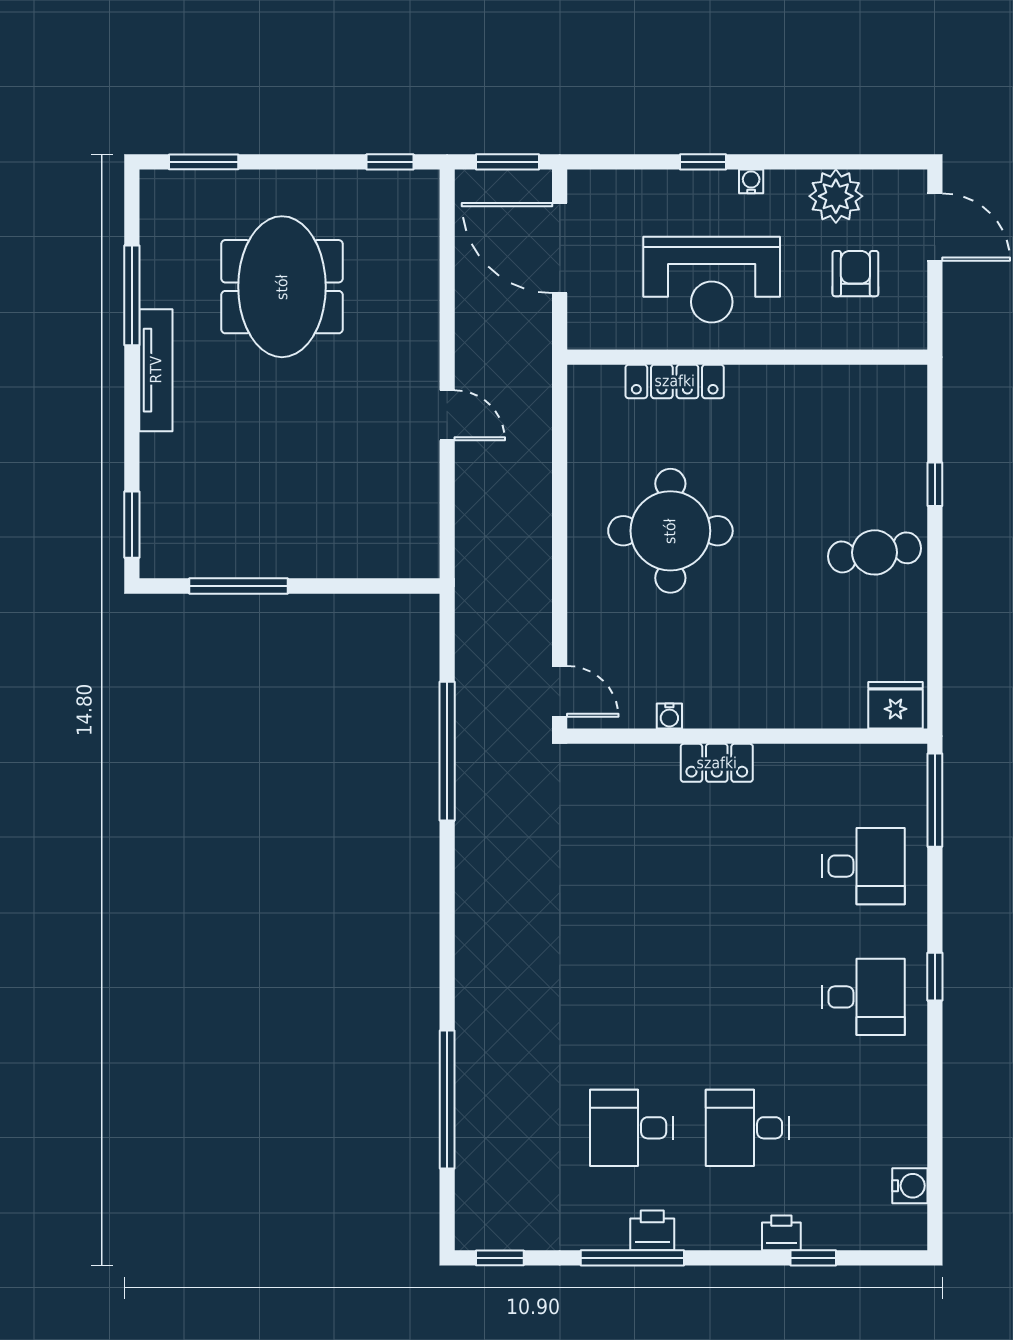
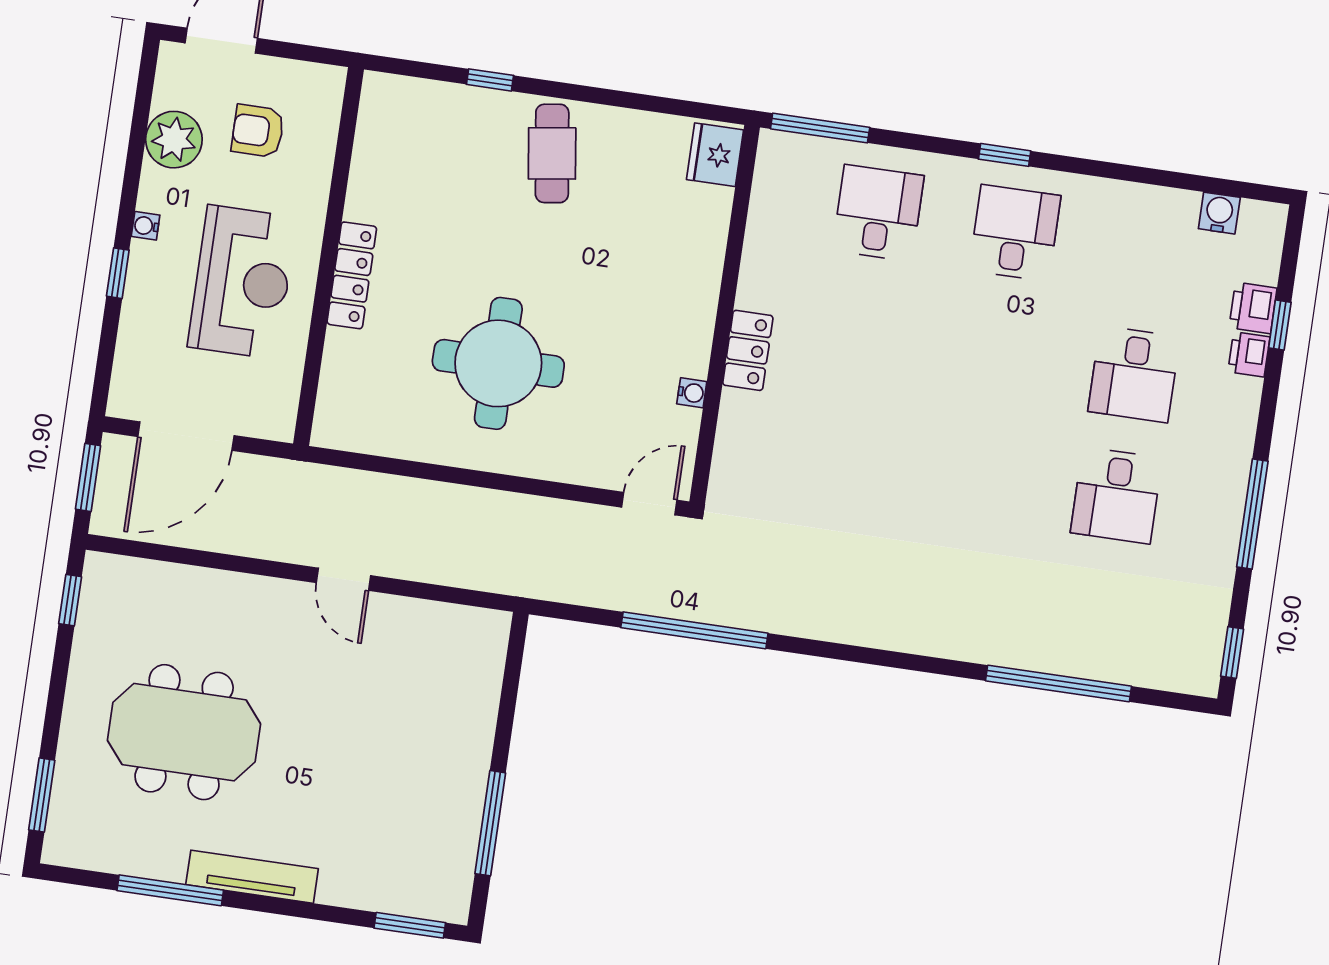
locker: (675, 381) -> (352, 275), moved
door: (447, 415) -> (344, 579), swing flipped
printer: (652, 1230) -> (1253, 308), moved

